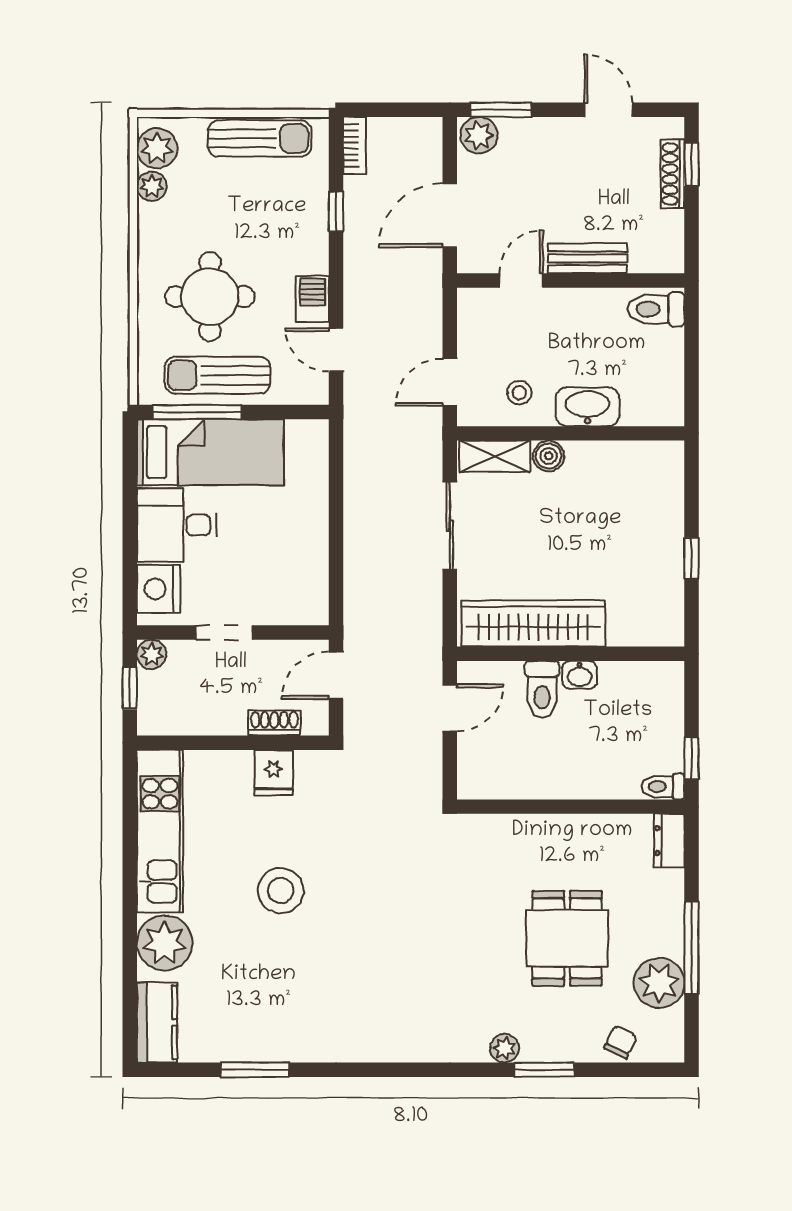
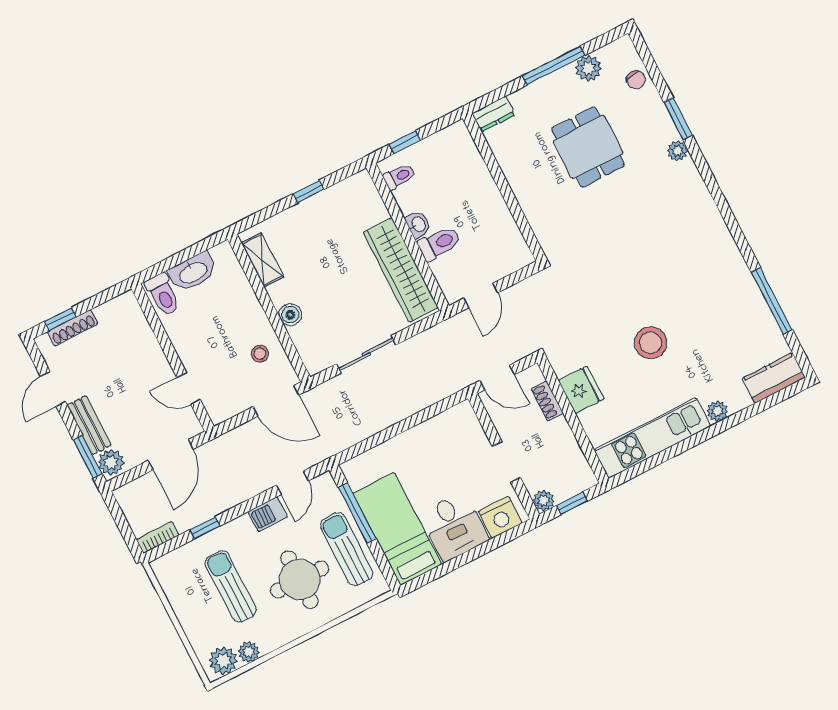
sun lounger: (260, 138) -> (231, 586), moved
door: (450, 215) -> (171, 455), hinge flipped
bench: (588, 258) -> (89, 425), moved
sun lounger: (218, 375) -> (347, 549), turned 180
door: (450, 382) -> (276, 401), width x1.38
washbasin: (587, 407) -> (193, 272), moved, turned -90
window: (197, 412) -> (357, 513), moved
shelving: (495, 456) -> (263, 260), moved
door: (450, 708) -> (481, 295), swing flipped
window: (692, 758) -> (405, 142), moved
fridge: (274, 773) -> (581, 390), width x1.38
toilet: (663, 786) -> (399, 177), moved, turned -90
dining table: (567, 938) -> (588, 147), turned 90
plant: (165, 943) -> (717, 411), width x0.53, depth x0.53
plant: (659, 983) -> (588, 68), width x0.73, depth x0.73
chair: (621, 1042) -> (636, 80), turned -126
window: (255, 1070) -> (772, 301), width x1.44

